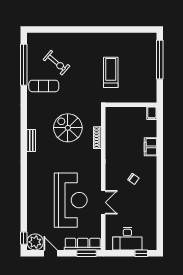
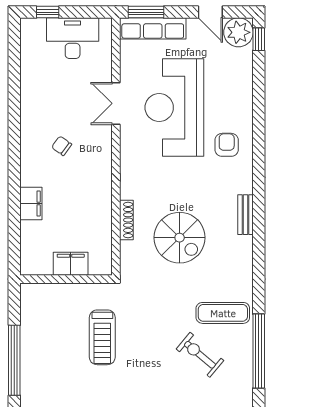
filing cabinet: (152, 113) -> (71, 264), moved, width x2.00
armchair: (42, 179) -> (227, 145), added

